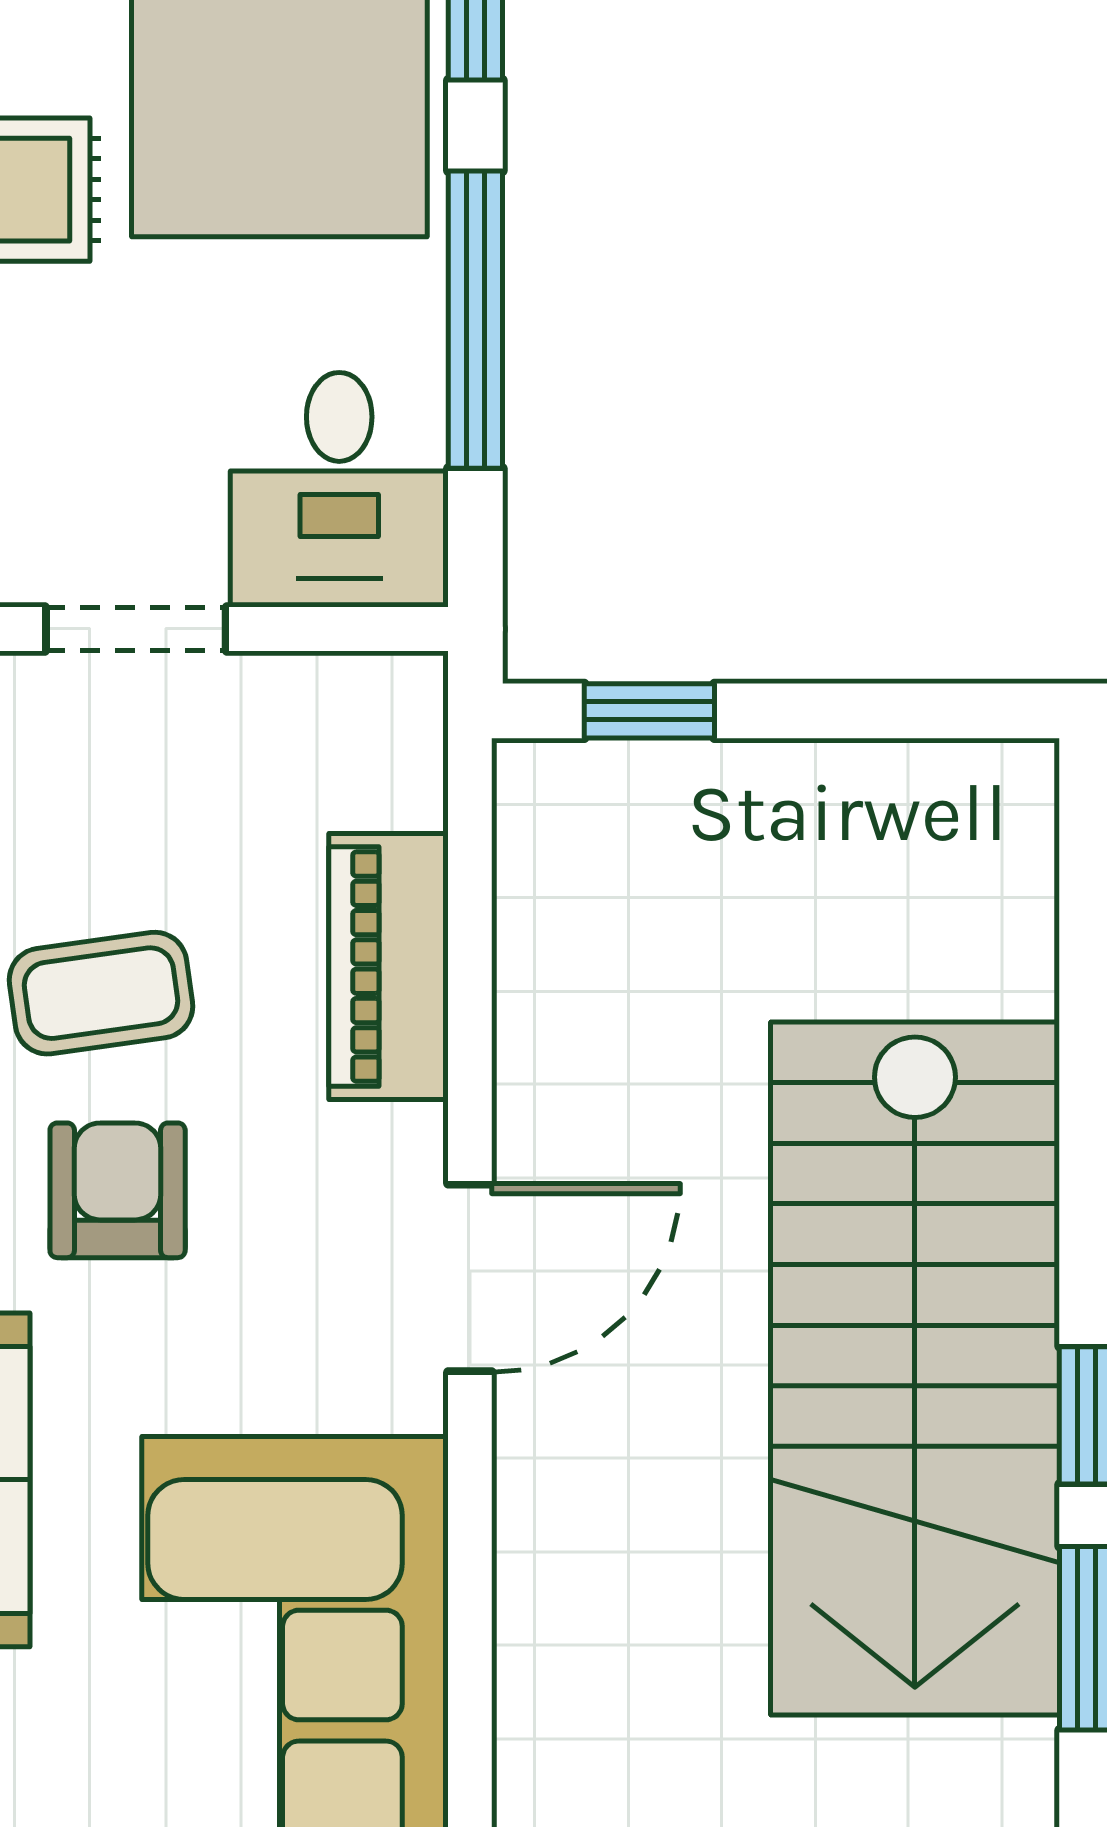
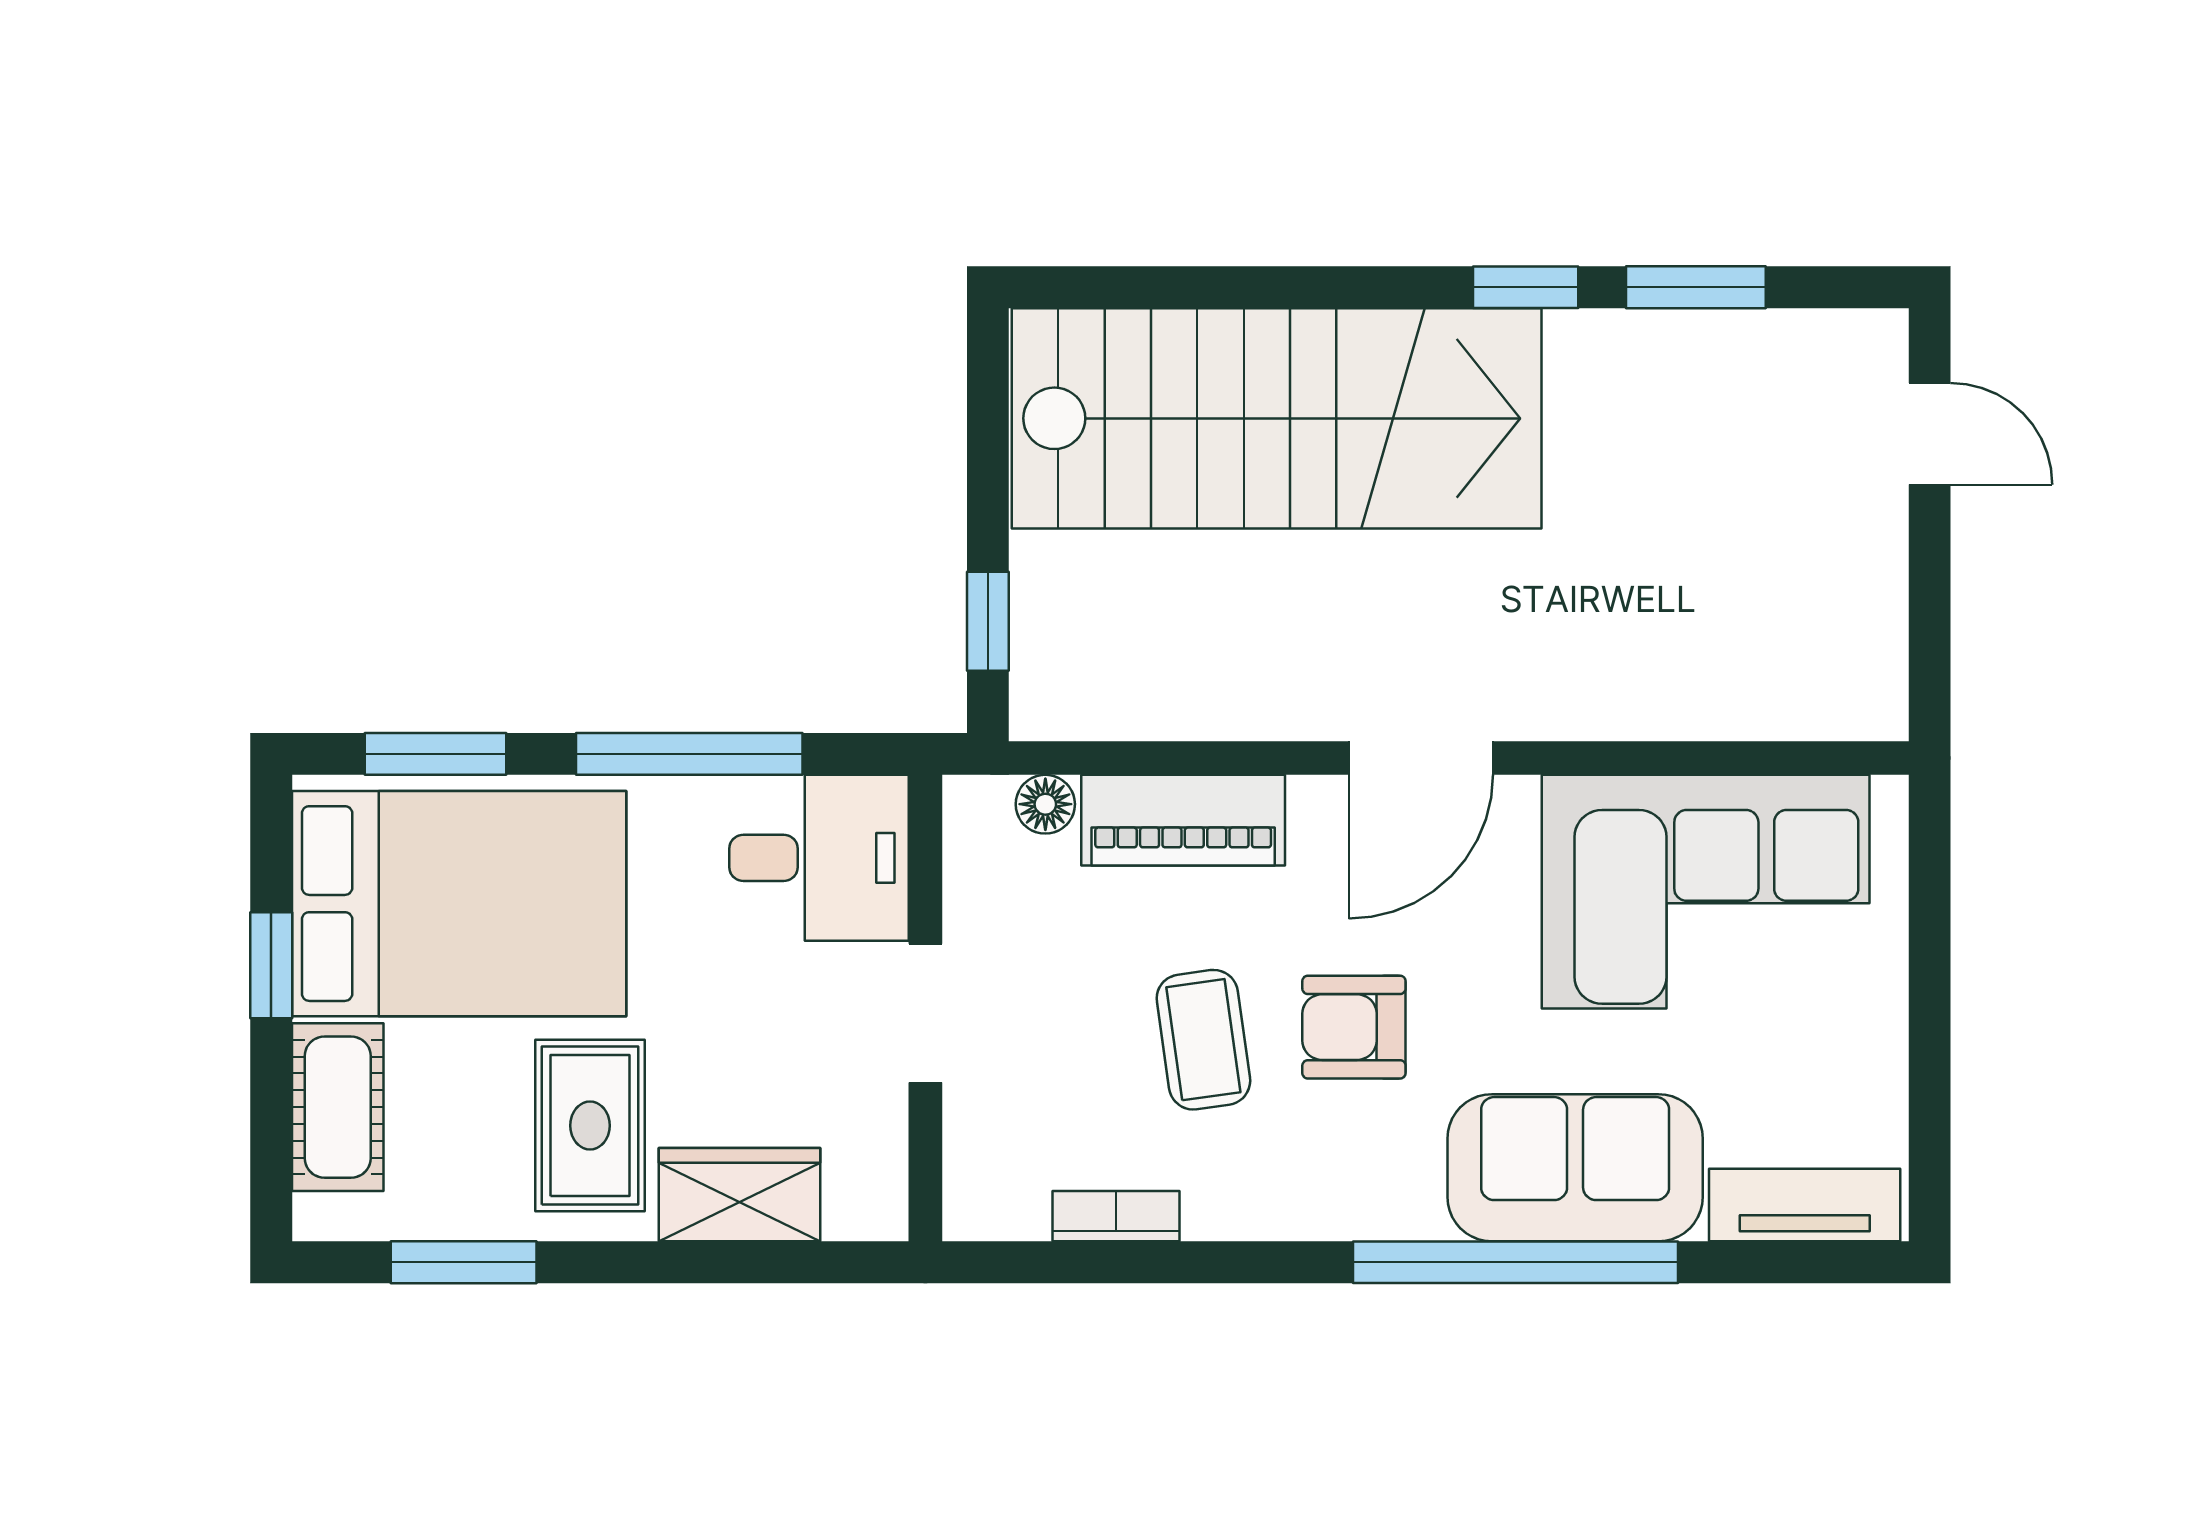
floor lamp: (409, 786) -> (1045, 804), added
door: (470, 1278) -> (1421, 758), swing flipped
stairs: (915, 1368) -> (1277, 418), moved

